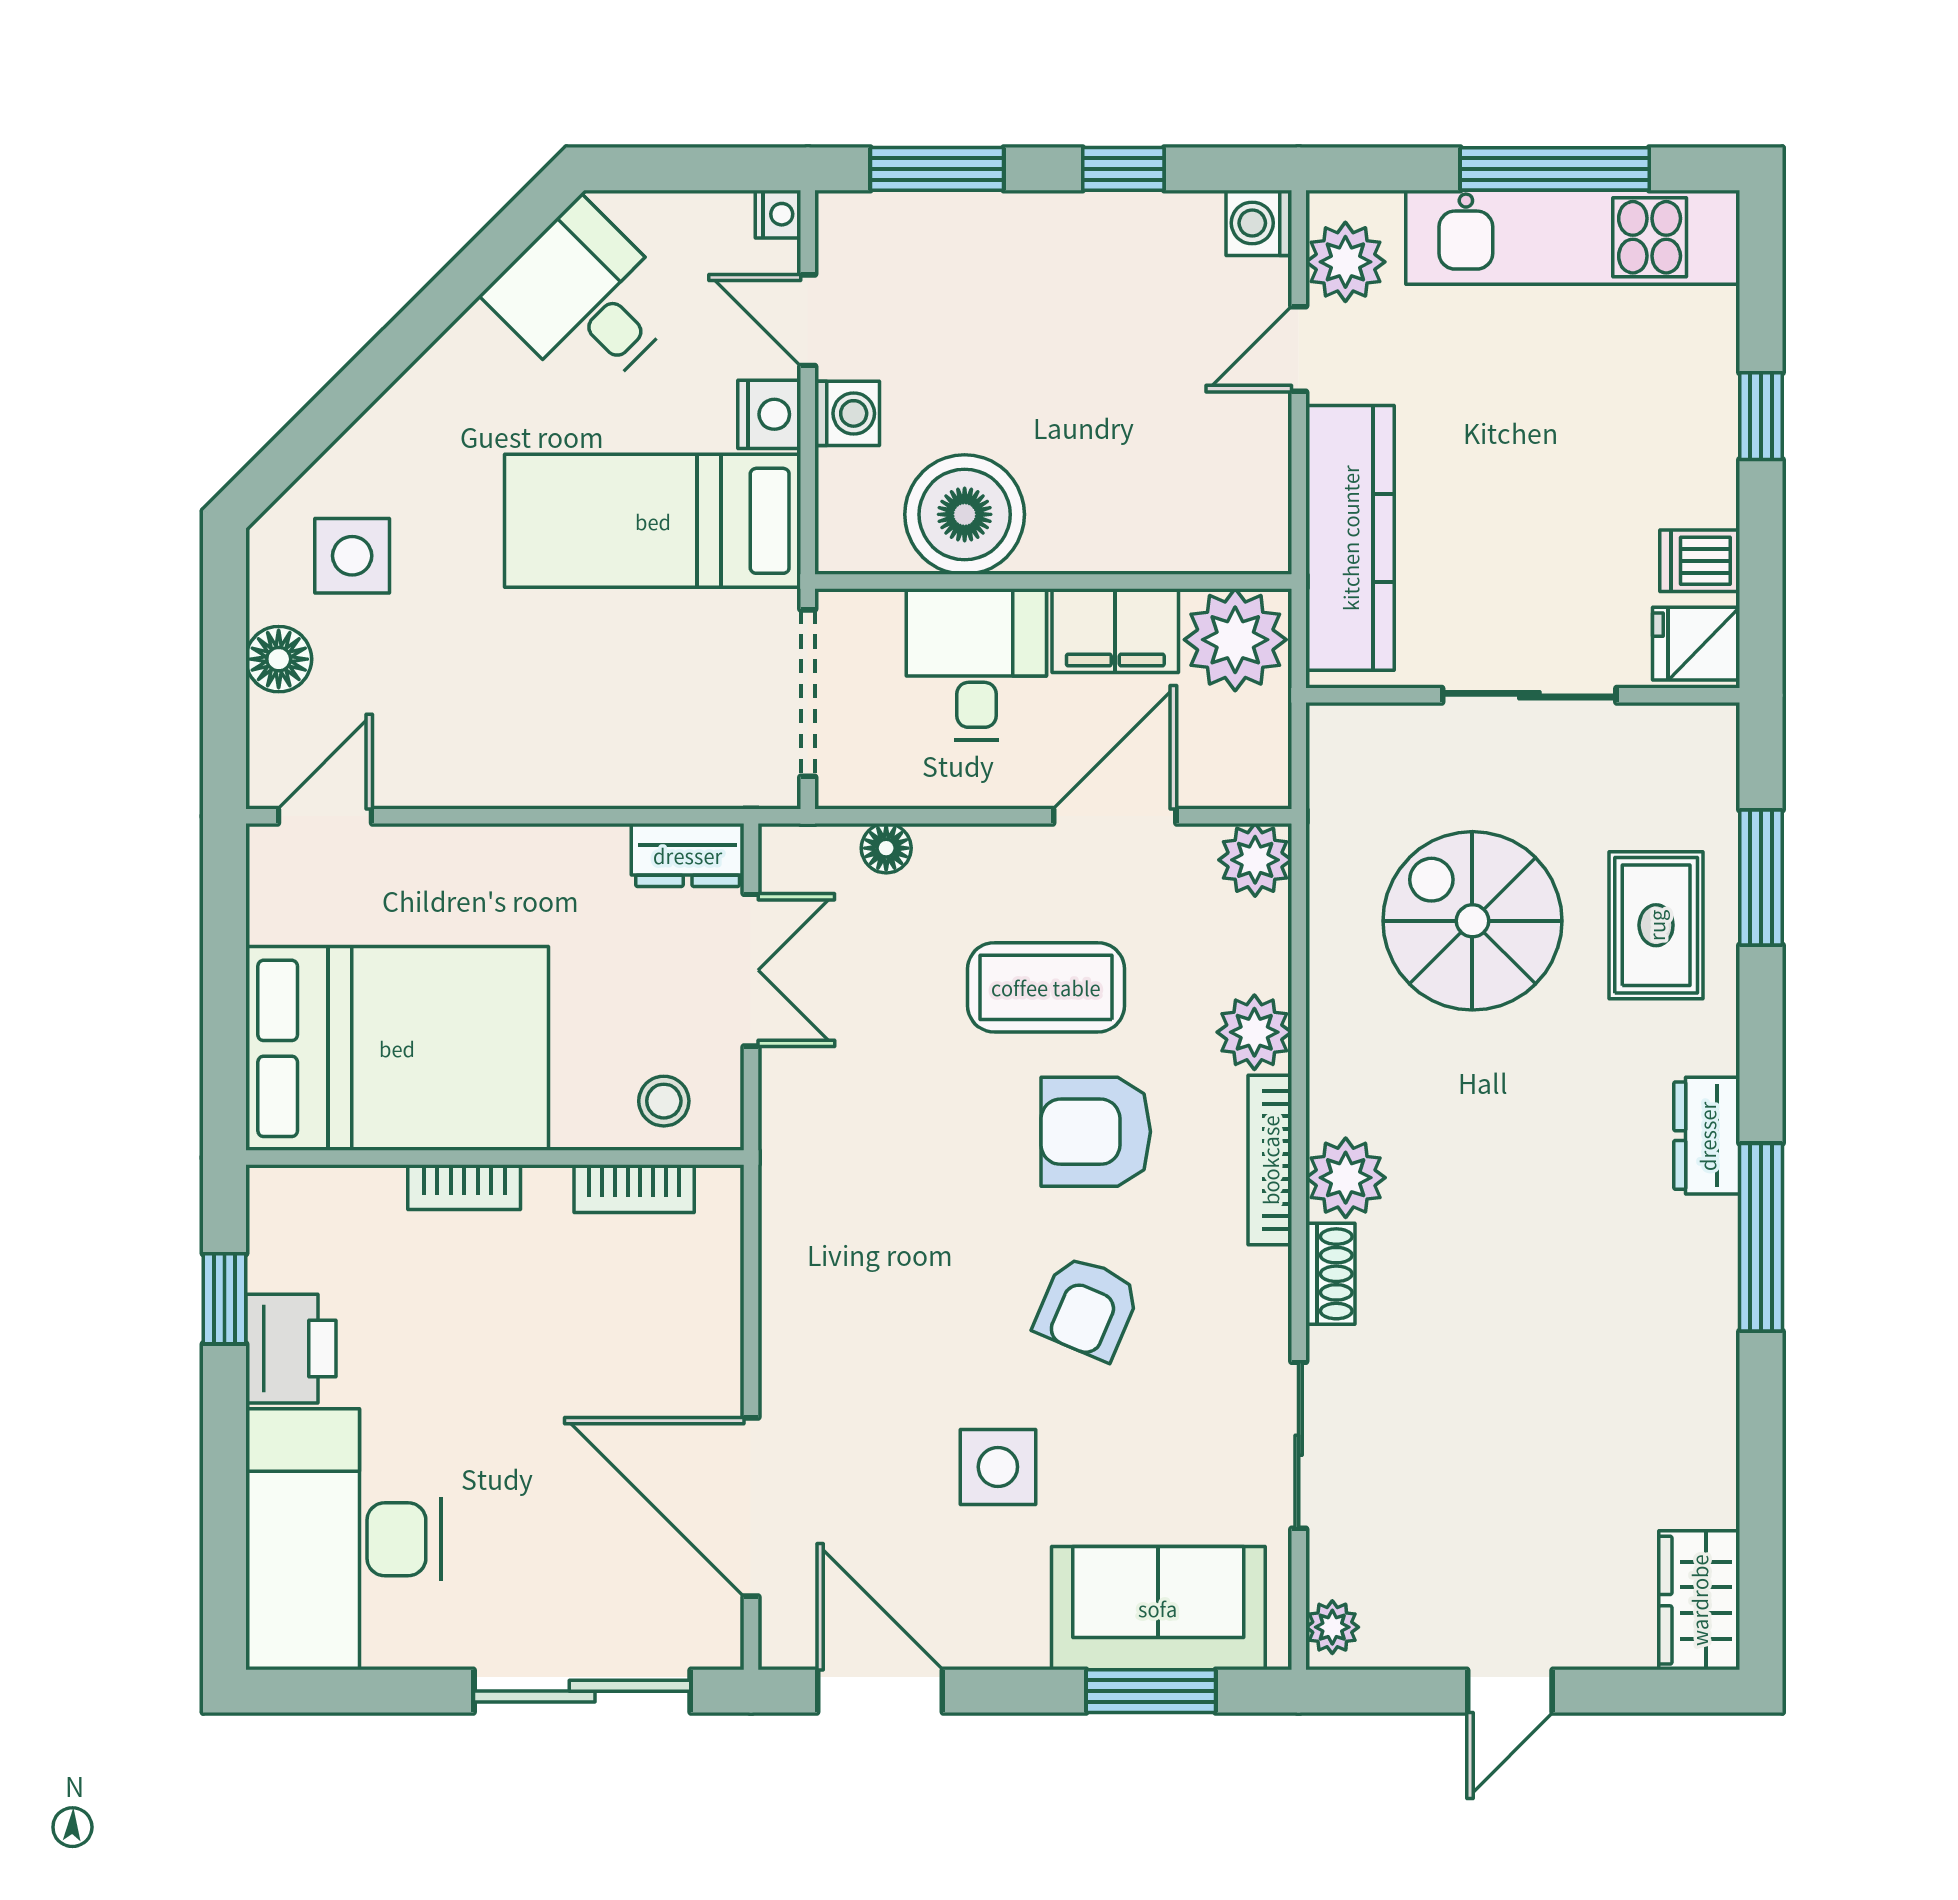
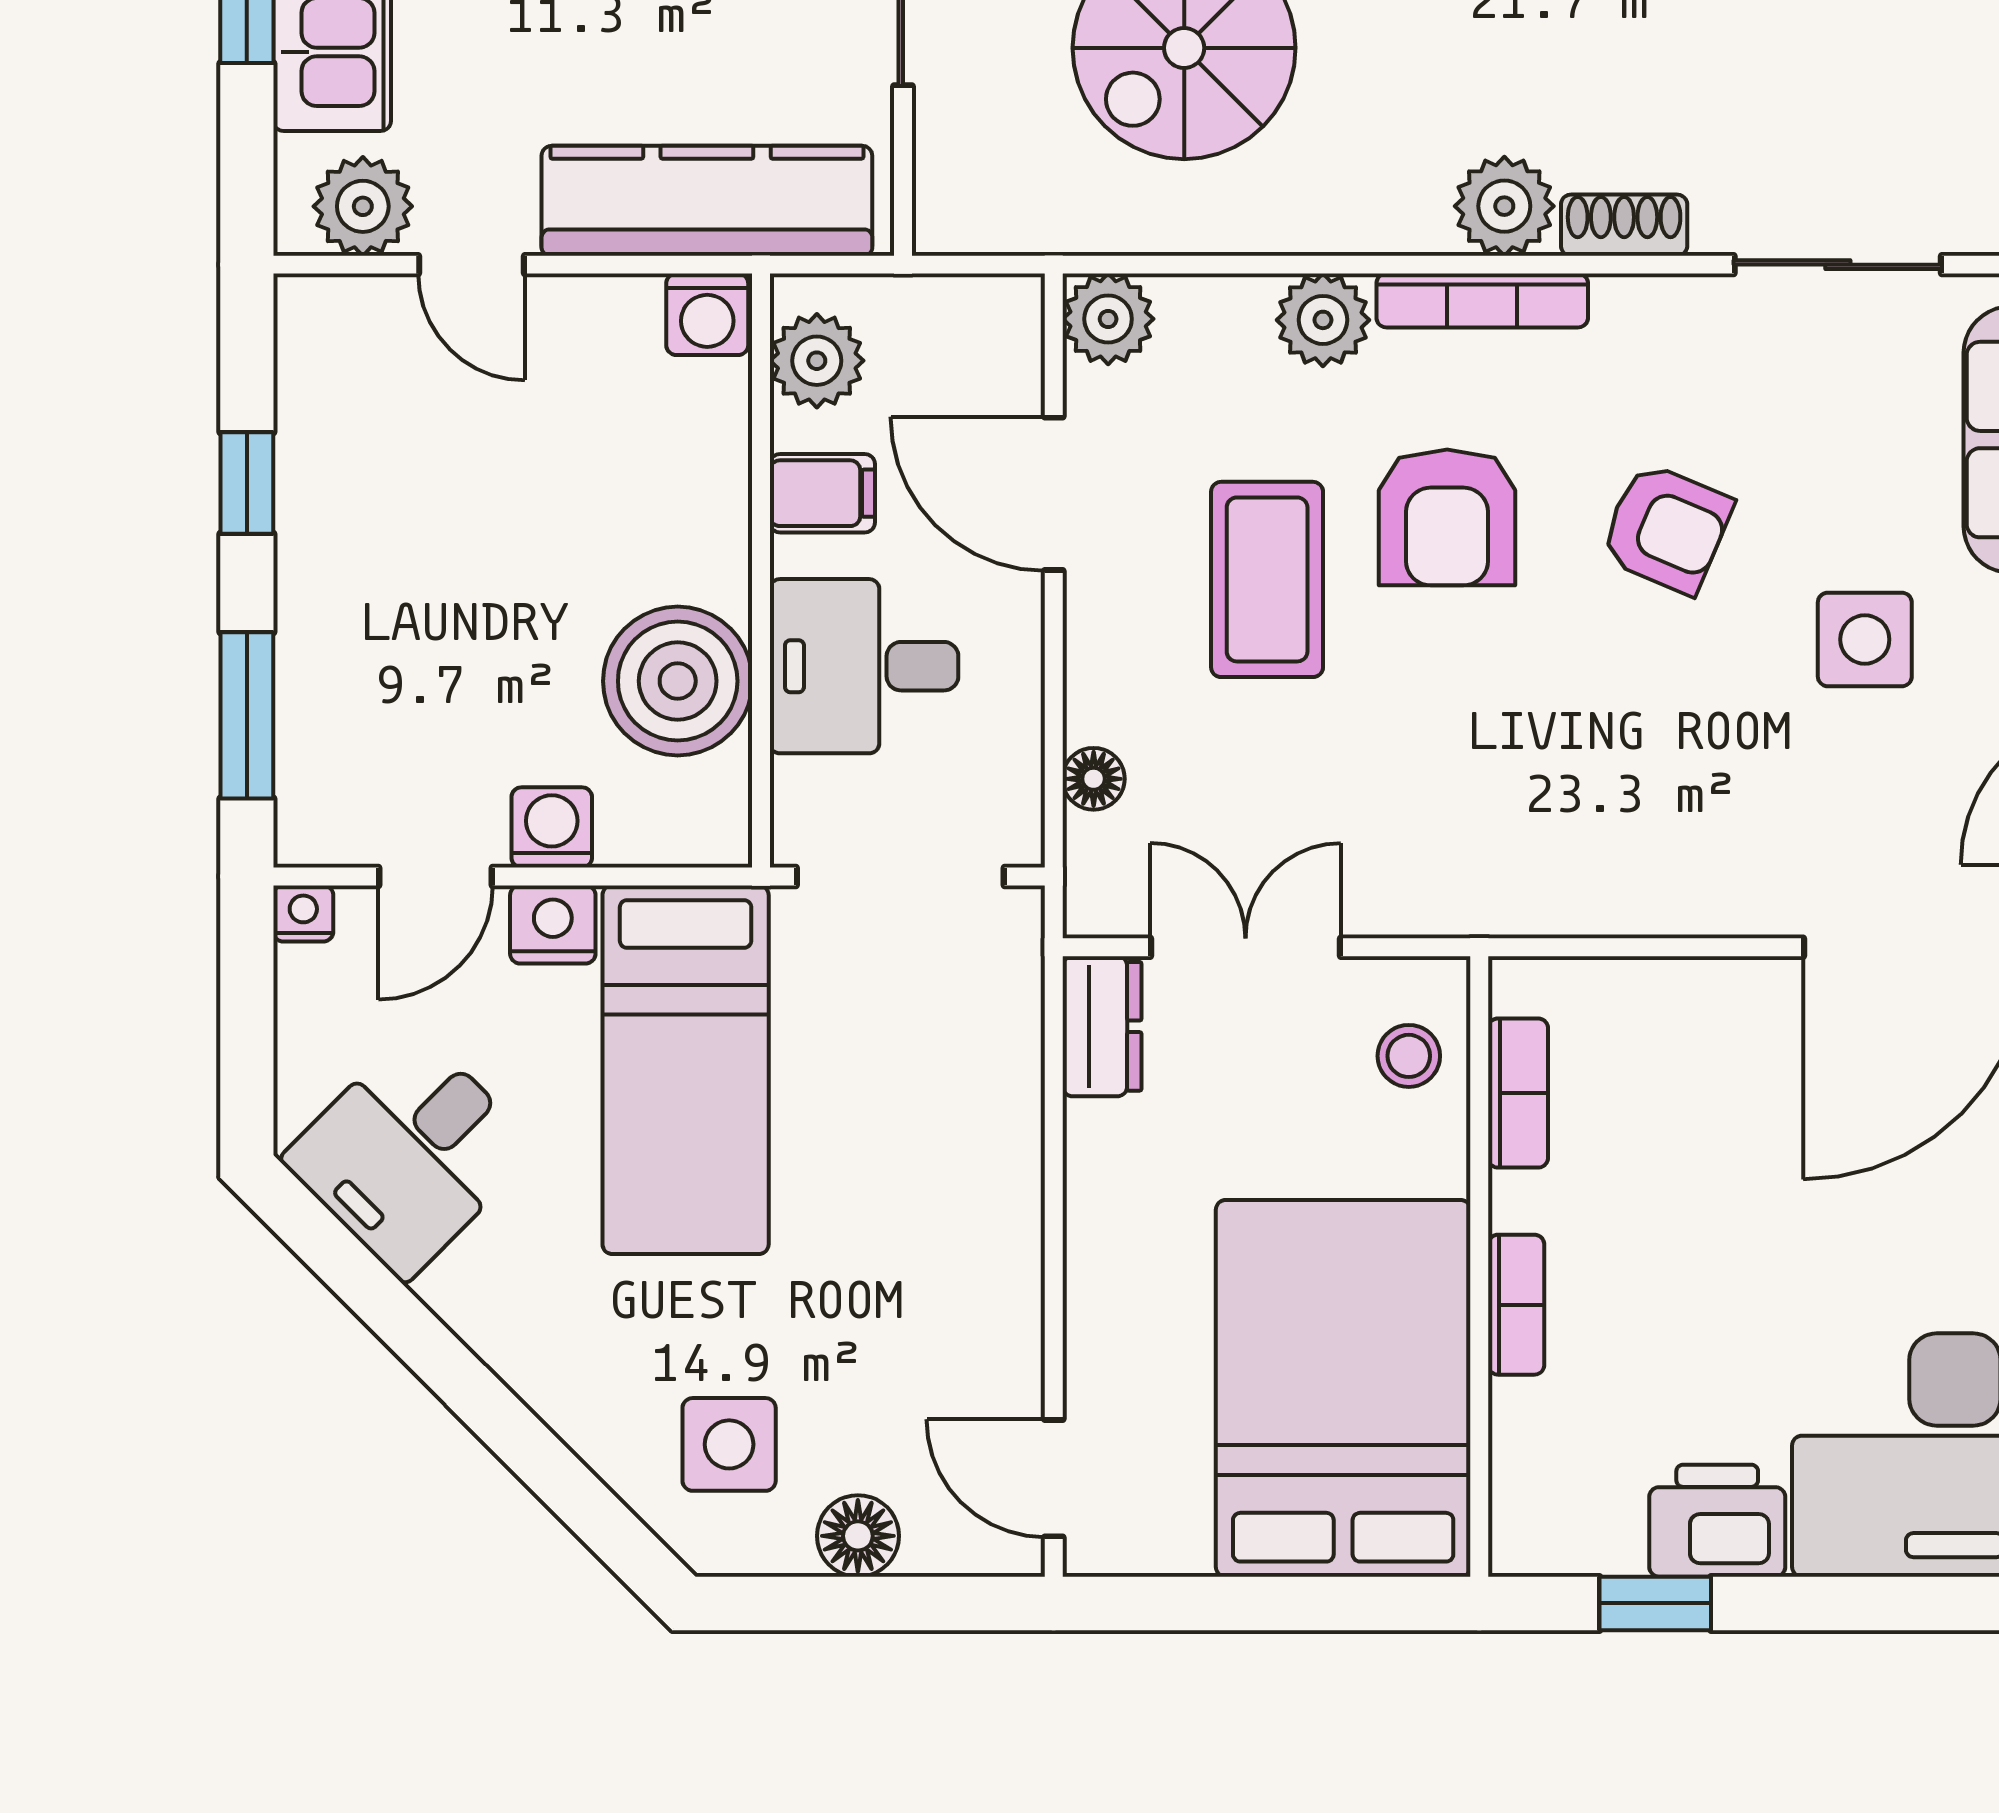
washing machine: (1259, 223) -> (707, 314), moved
filing cabinet: (1115, 631) -> (822, 493), width x0.50
plant: (1235, 640) -> (817, 361), width x0.73, depth x0.73

